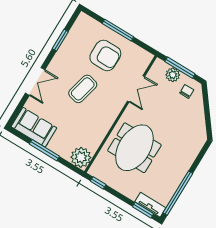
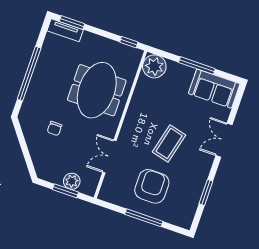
armchair: (105, 55) -> (152, 186), turned 90
window: (180, 68) -> (65, 191), width x0.69
chair: (187, 91) -> (55, 128), moved
window: (178, 193) -> (29, 74), moved

